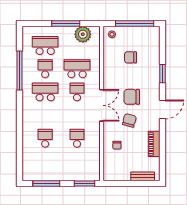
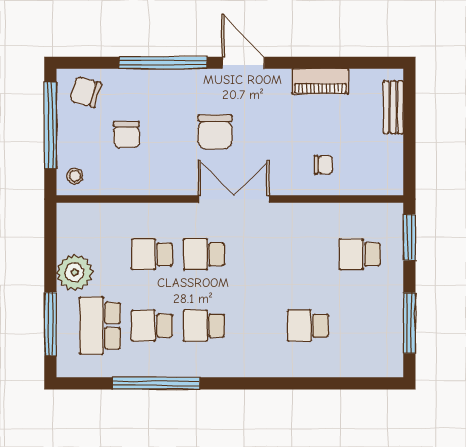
window: (66, 23) -> (50, 324), moved
plant: (83, 34) -> (75, 272), moved
school desk: (77, 69) -> (152, 254), width x0.54
window: (162, 74) -> (163, 63), width x2.11
school desk: (45, 92) -> (204, 326), width x0.54
chair: (129, 120) -> (85, 92), moved
school desk: (77, 138) -> (360, 254), moved

